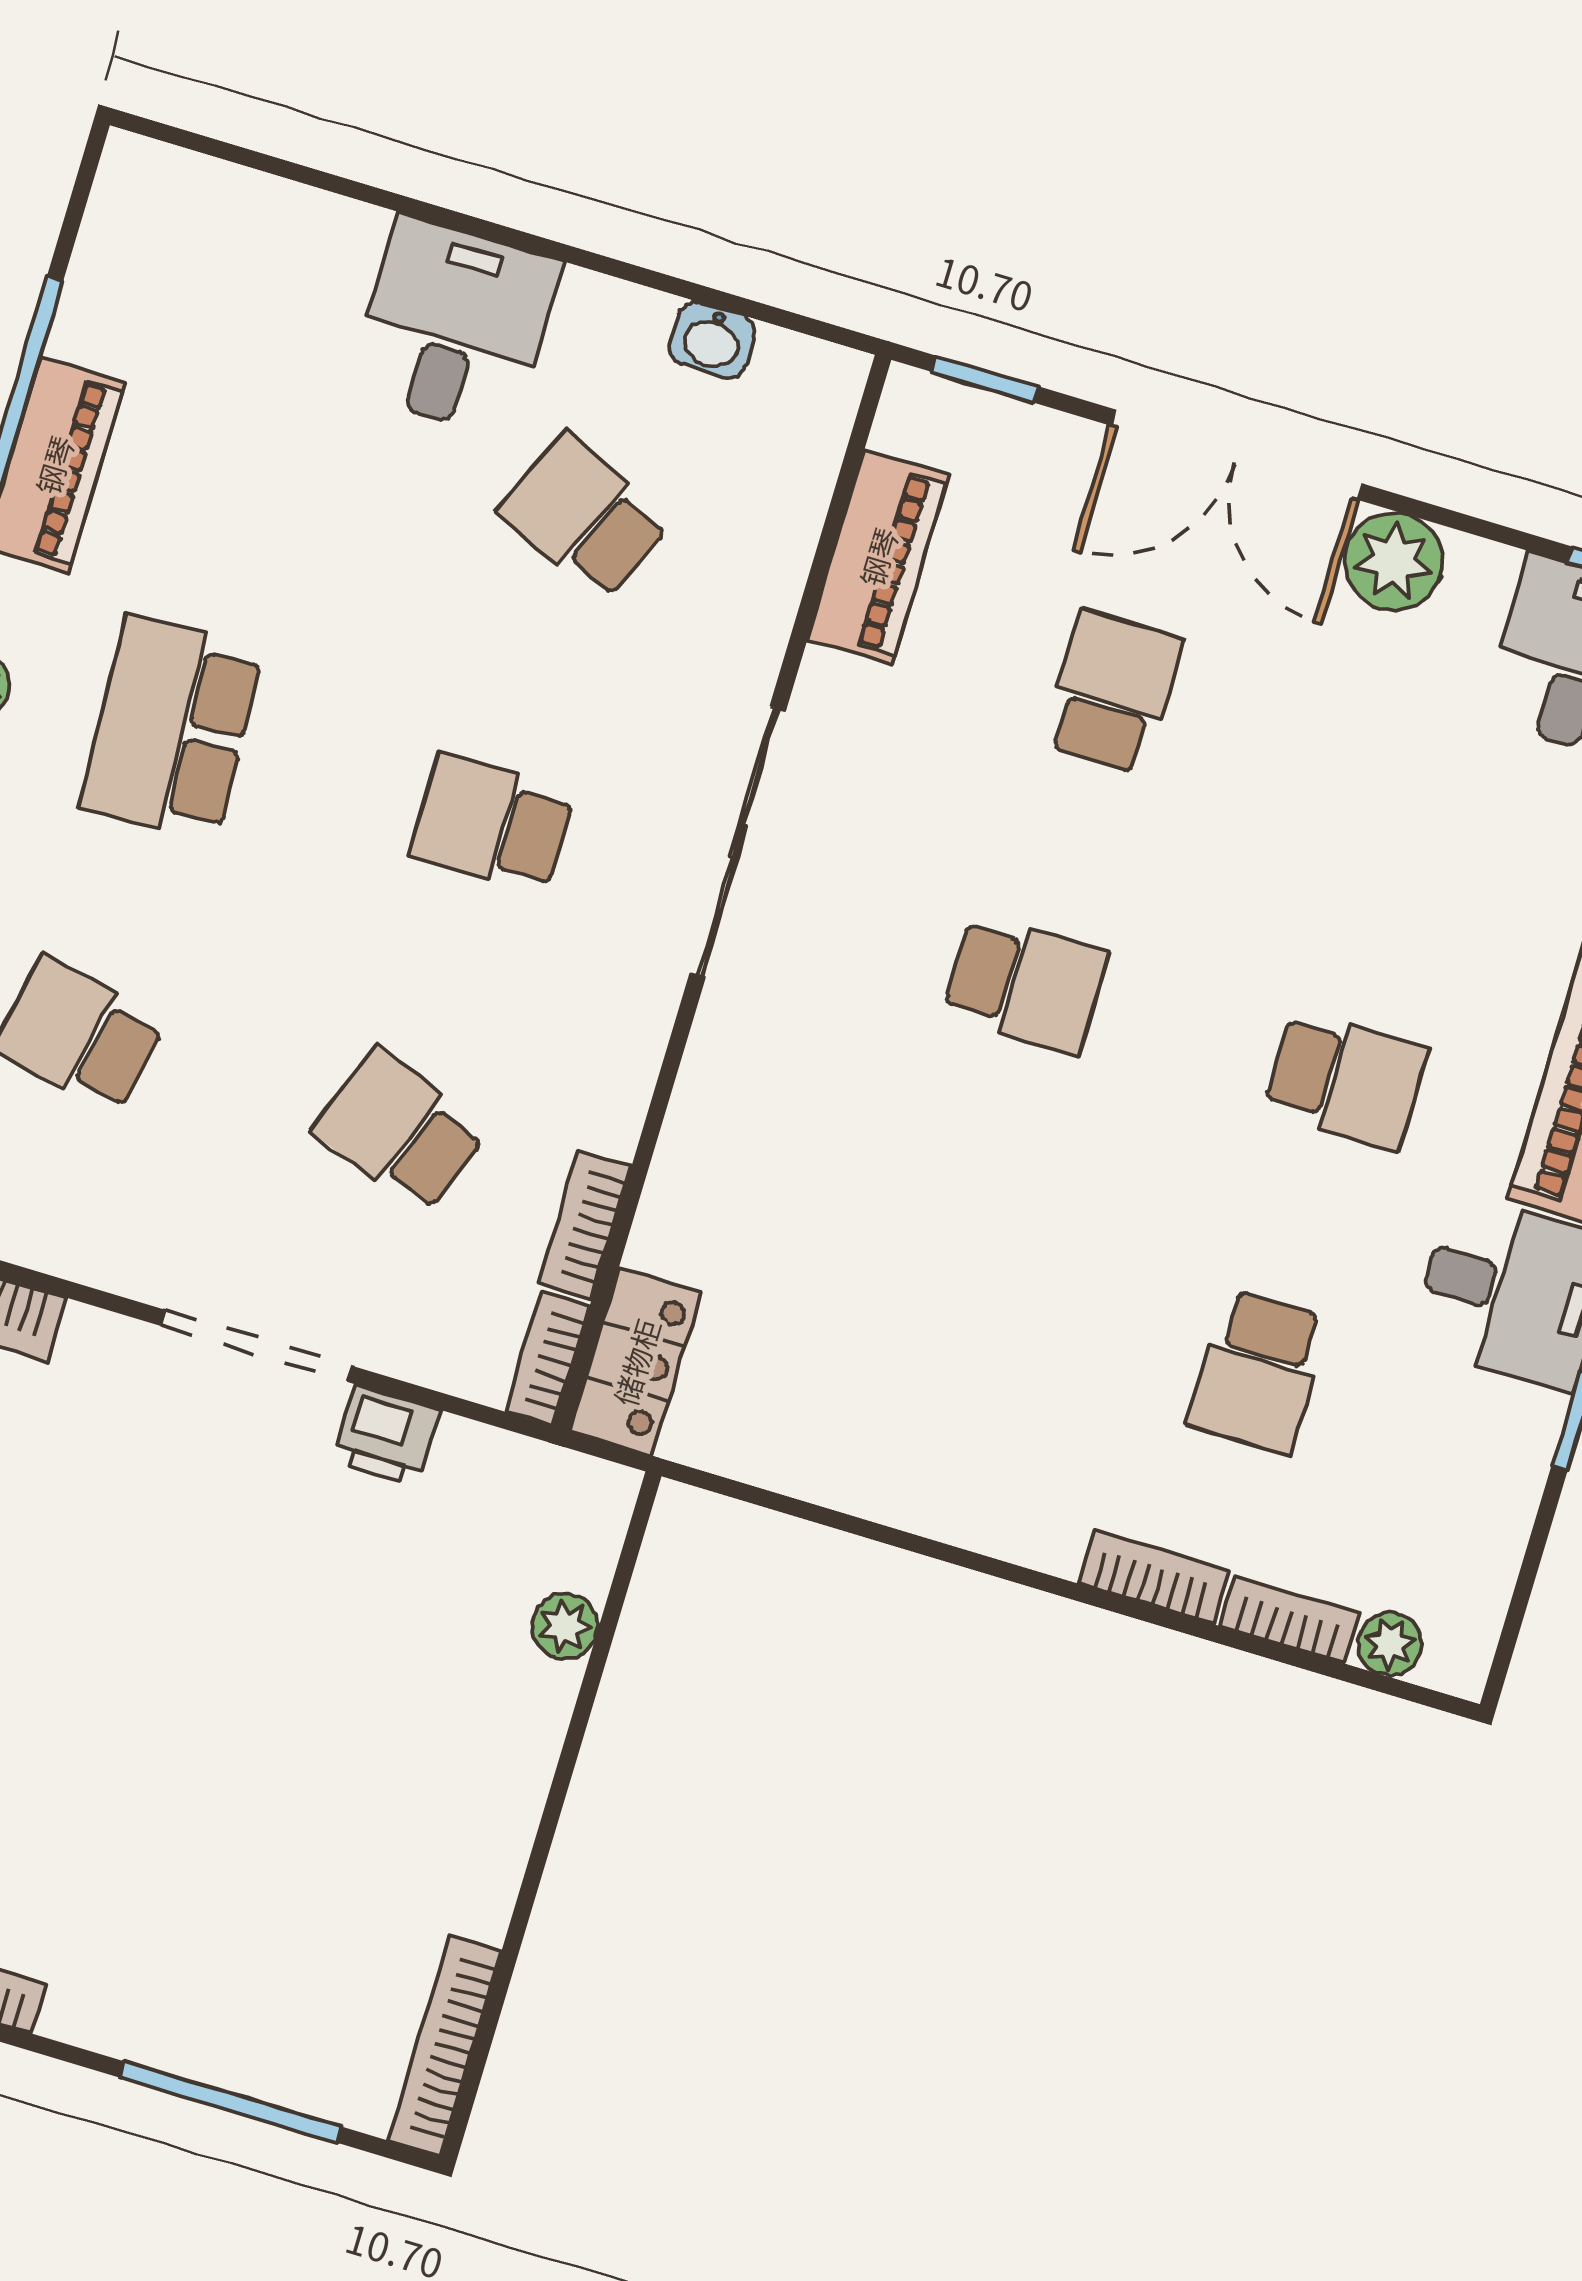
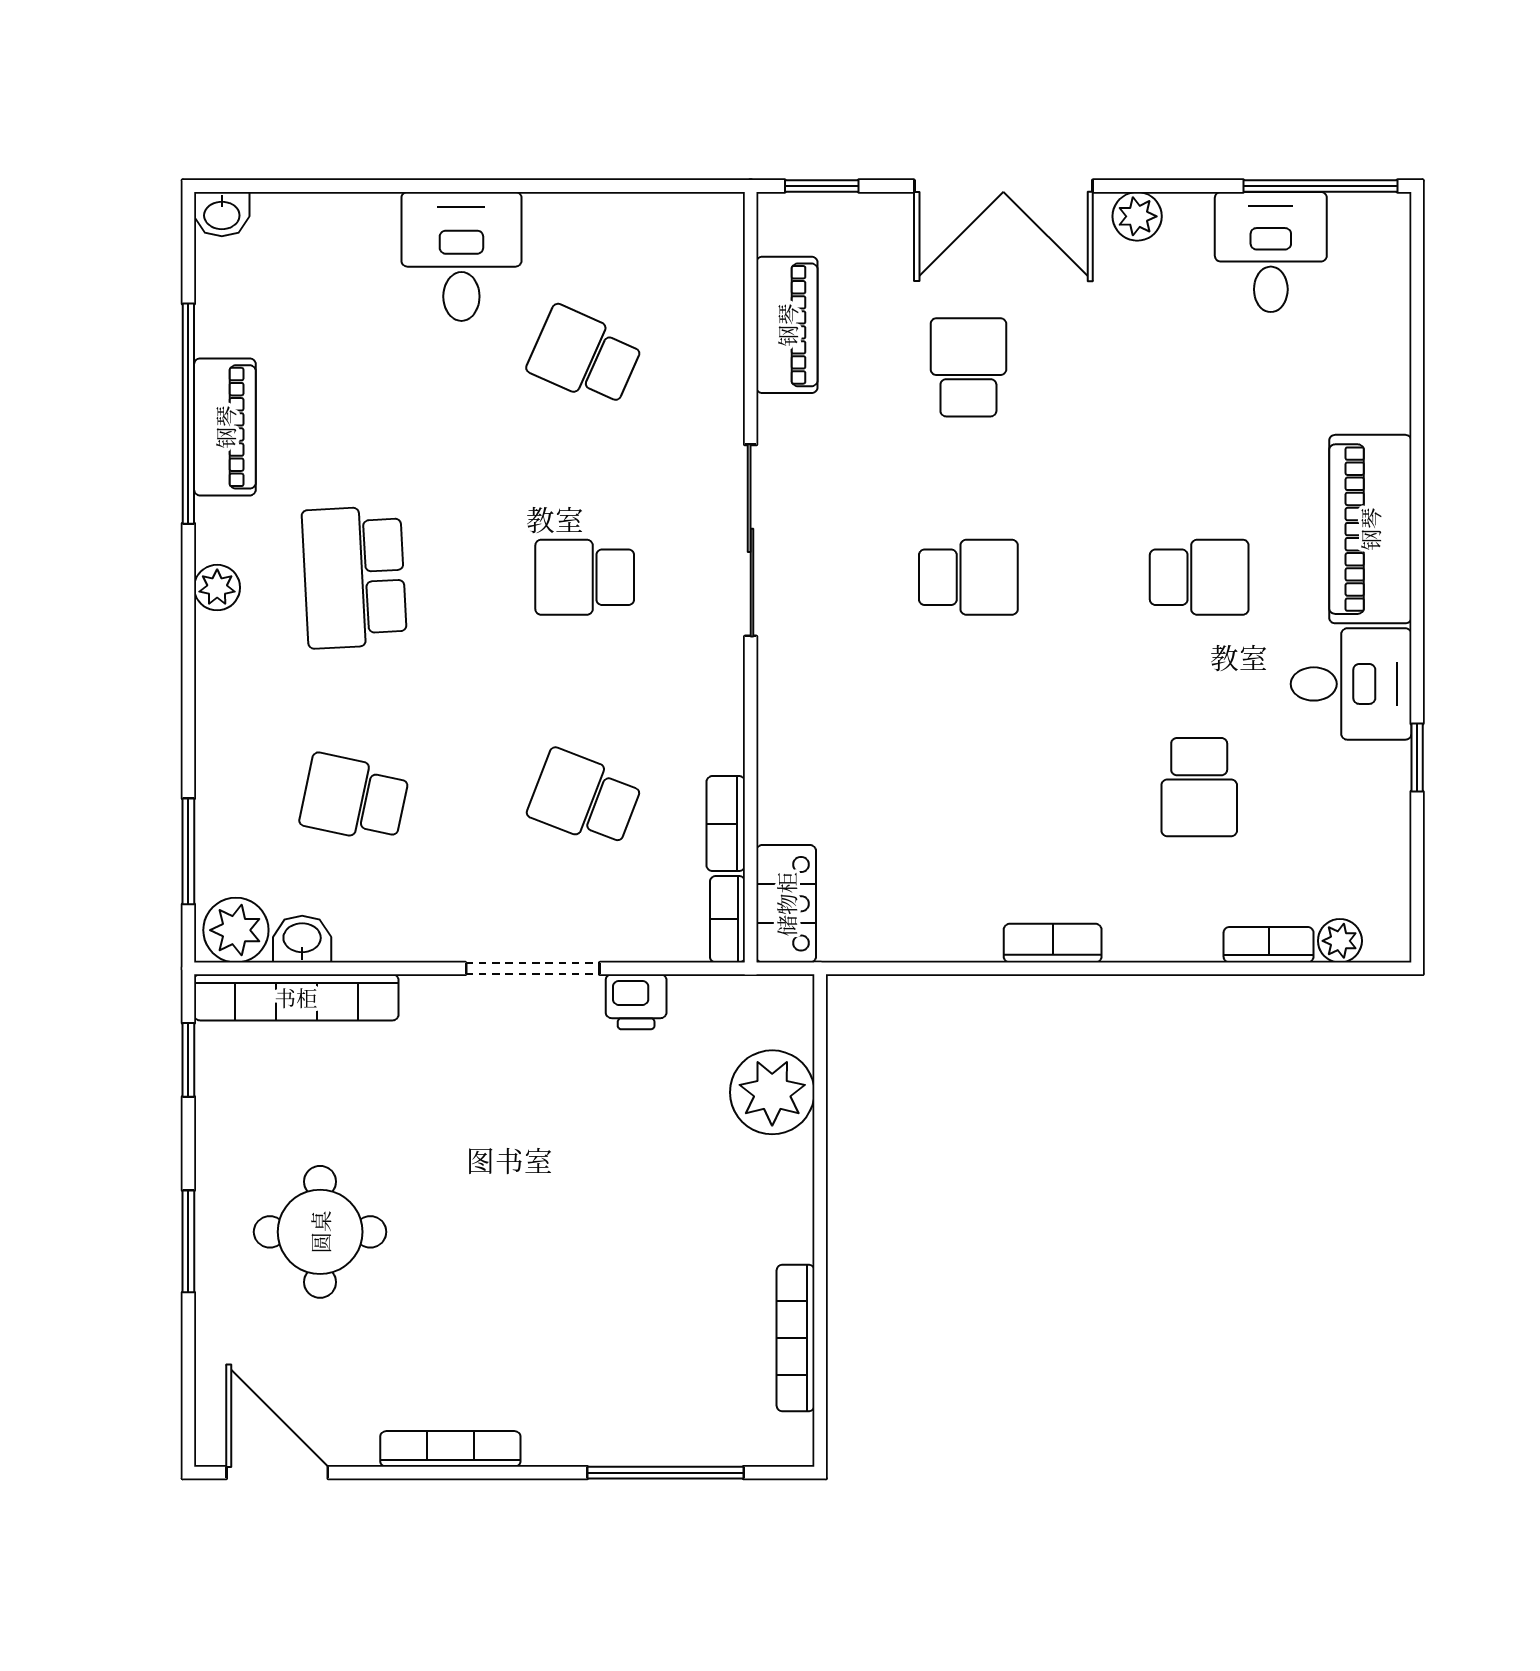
washbasin: (712, 340) -> (222, 214), moved
plant: (1394, 561) -> (1137, 216), width x0.73, depth x0.73
bookcase: (1153, 1577) -> (1053, 943), moved
plant: (565, 1626) -> (772, 1092), width x1.87, depth x1.87
bookcase: (445, 2046) -> (796, 1338), moved

